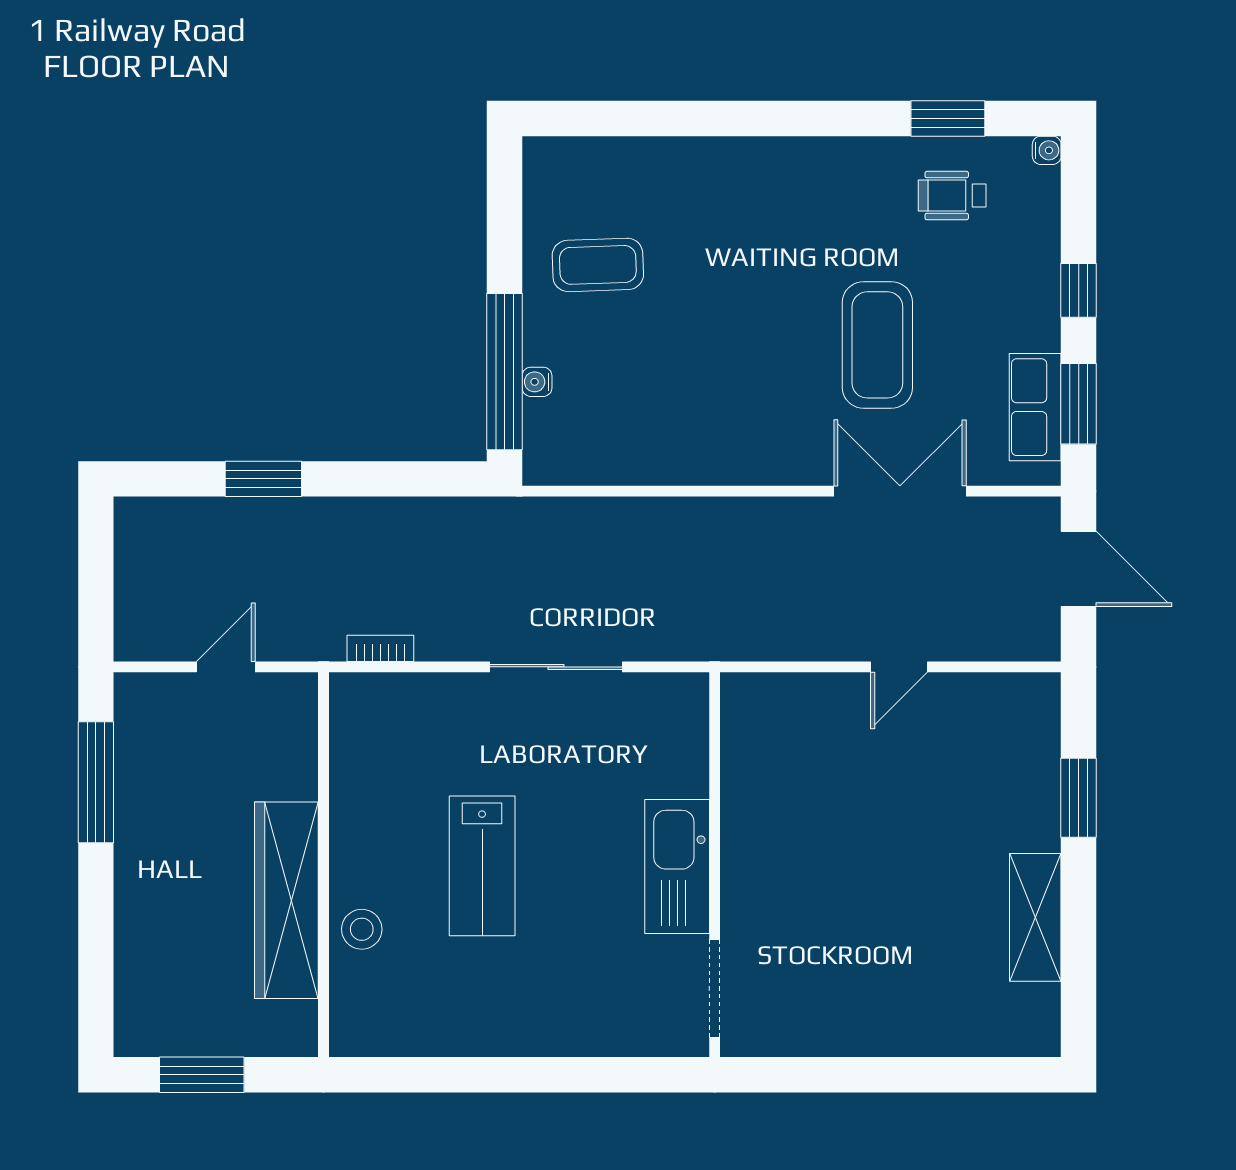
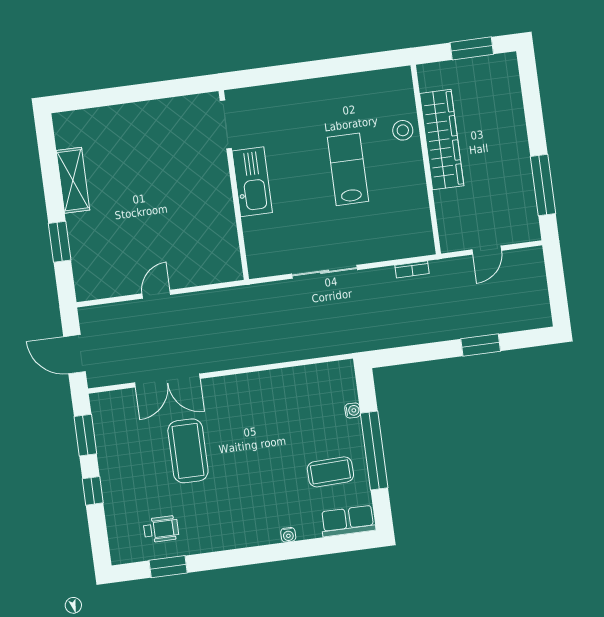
water cooler: (1047, 150) -> (288, 535), moved, turned -90
window: (505, 372) -> (374, 451), moved
row of seats: (1035, 407) -> (348, 521), moved, turned -90

